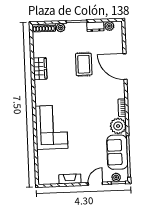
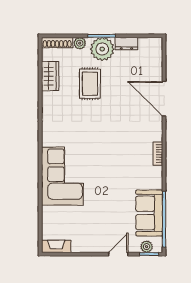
plant: (109, 26) -> (102, 49), moved, width x1.87, depth x1.87
rug: (84, 64) -> (90, 84), moved
wardrobe: (40, 69) -> (50, 76), moved
plant: (118, 126) -> (152, 178), removed
fireplace: (70, 179) -> (56, 246), moved

